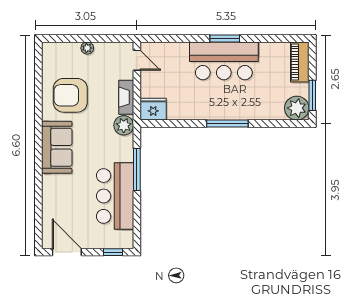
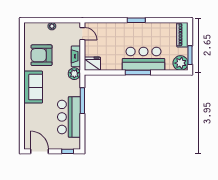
bar counter: (224, 61) -> (143, 59), moved, turned 180

